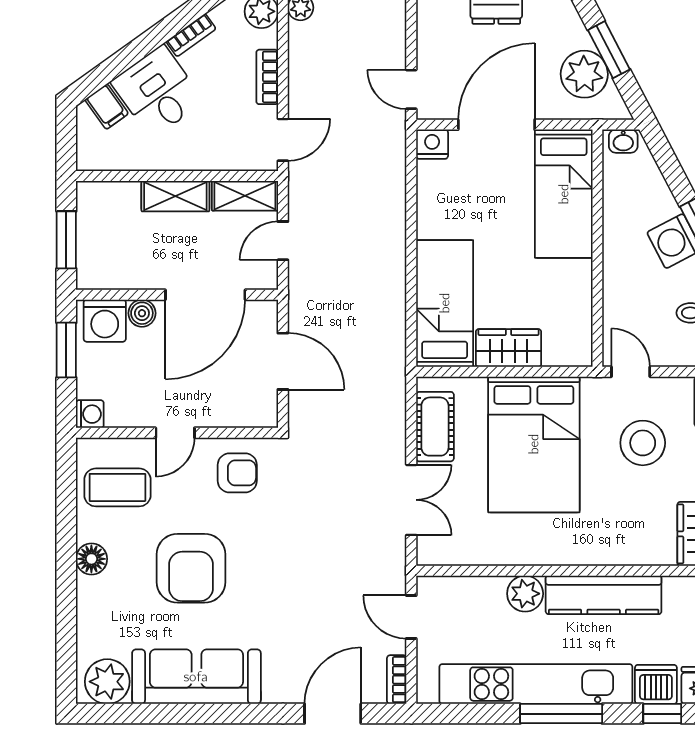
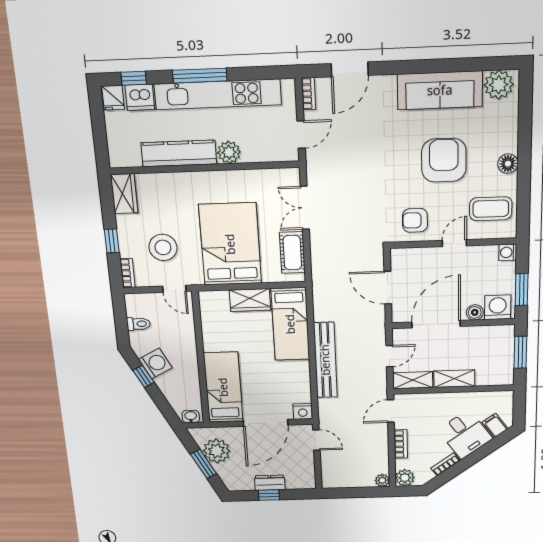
bench: (390, 237) -> (325, 360), added
door: (411, 617) -> (301, 135), hinge flipped

